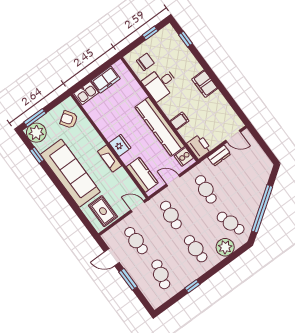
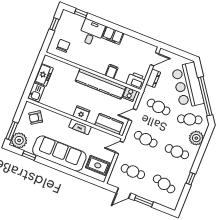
desk: (160, 84) -> (92, 33), moved, turned 180
bar counter: (251, 186) -> (188, 85), added

